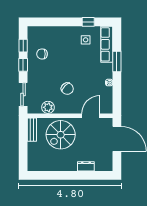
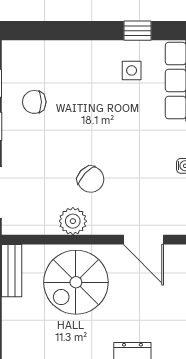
plant: (48, 107) -> (73, 221), moved
door: (91, 116) -> (143, 240), swing flipped

